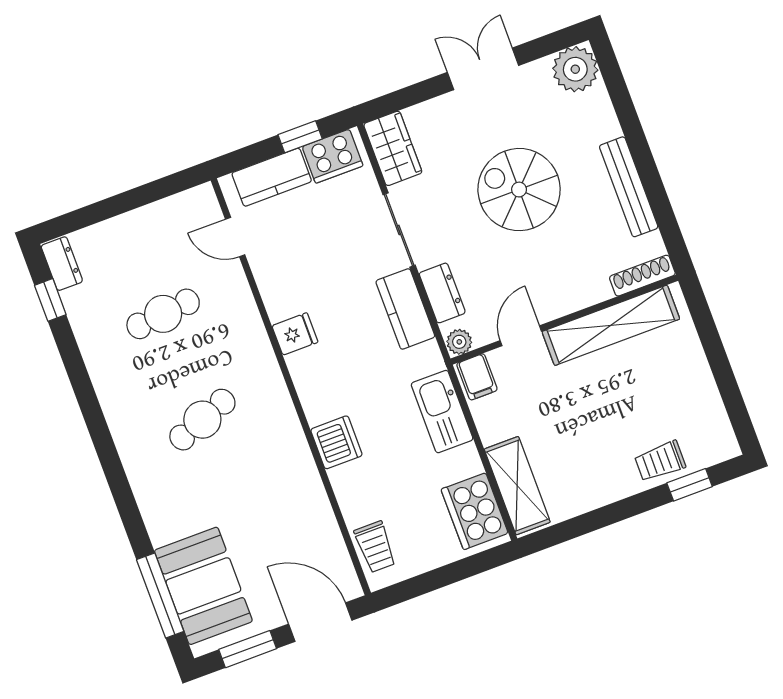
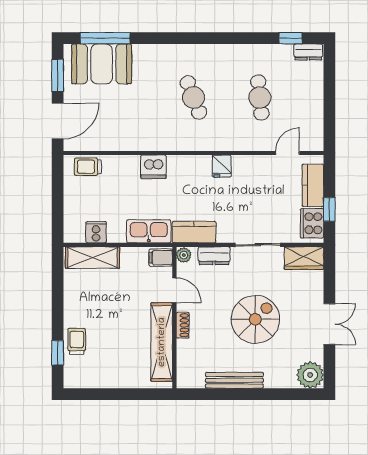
shoe rack: (642, 276) -> (183, 325), moved, width x0.70
kitchen counter: (405, 309) -> (194, 232), moved
cooker: (475, 511) -> (96, 232), width x0.53, depth x0.76

